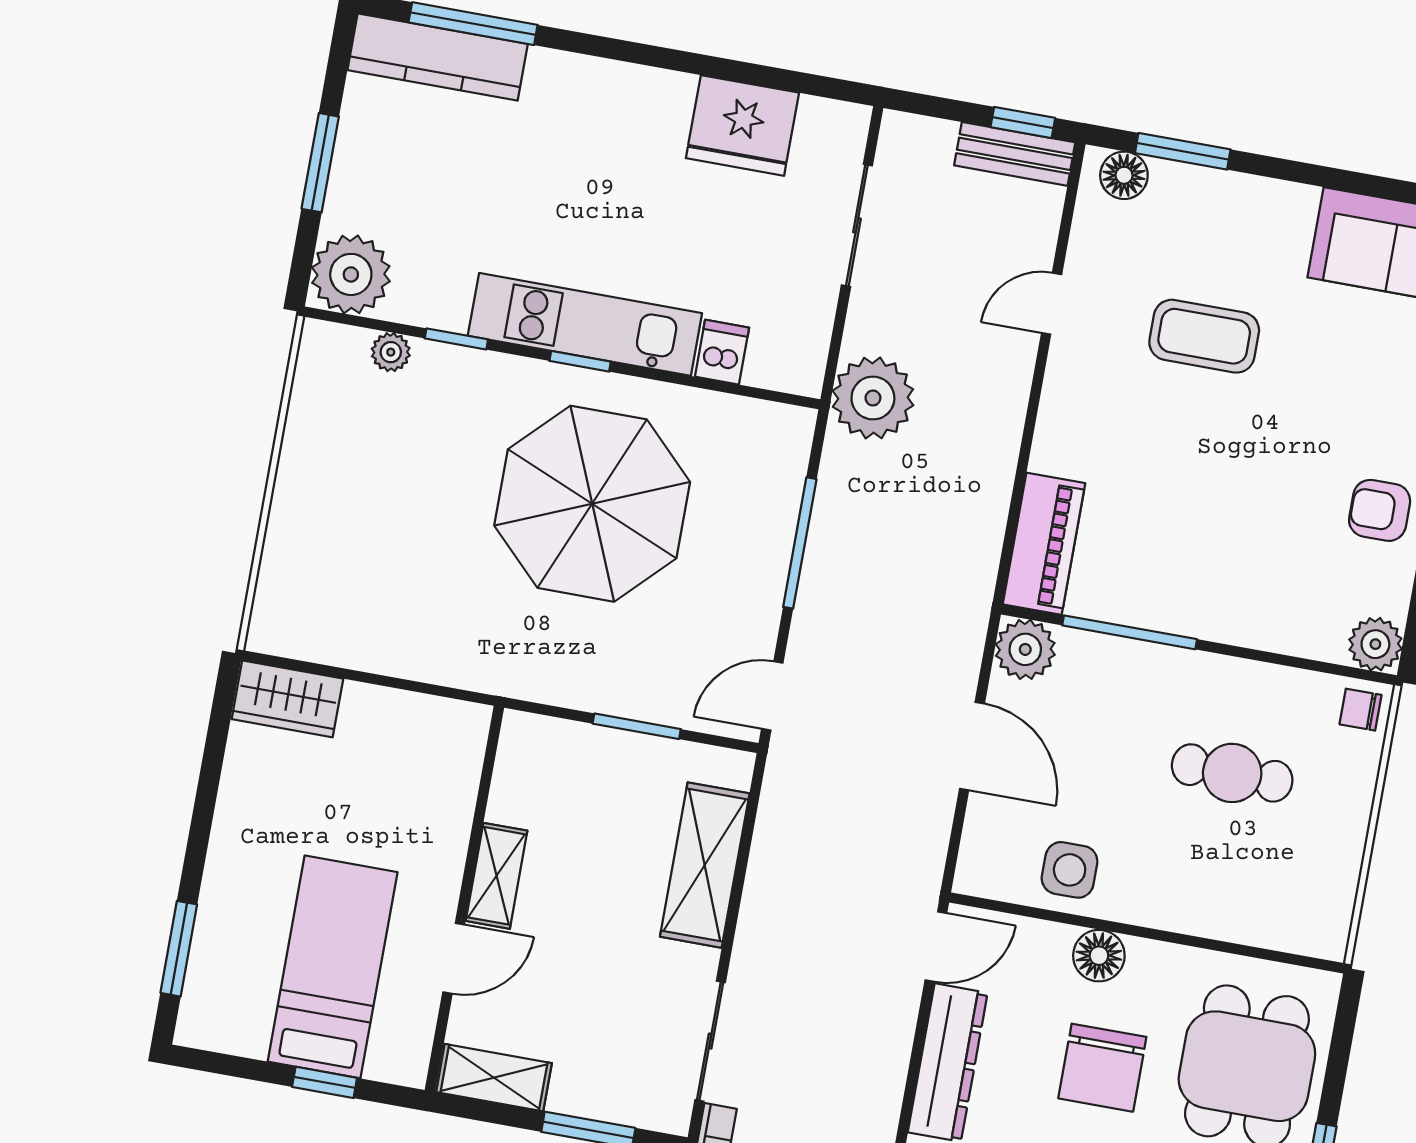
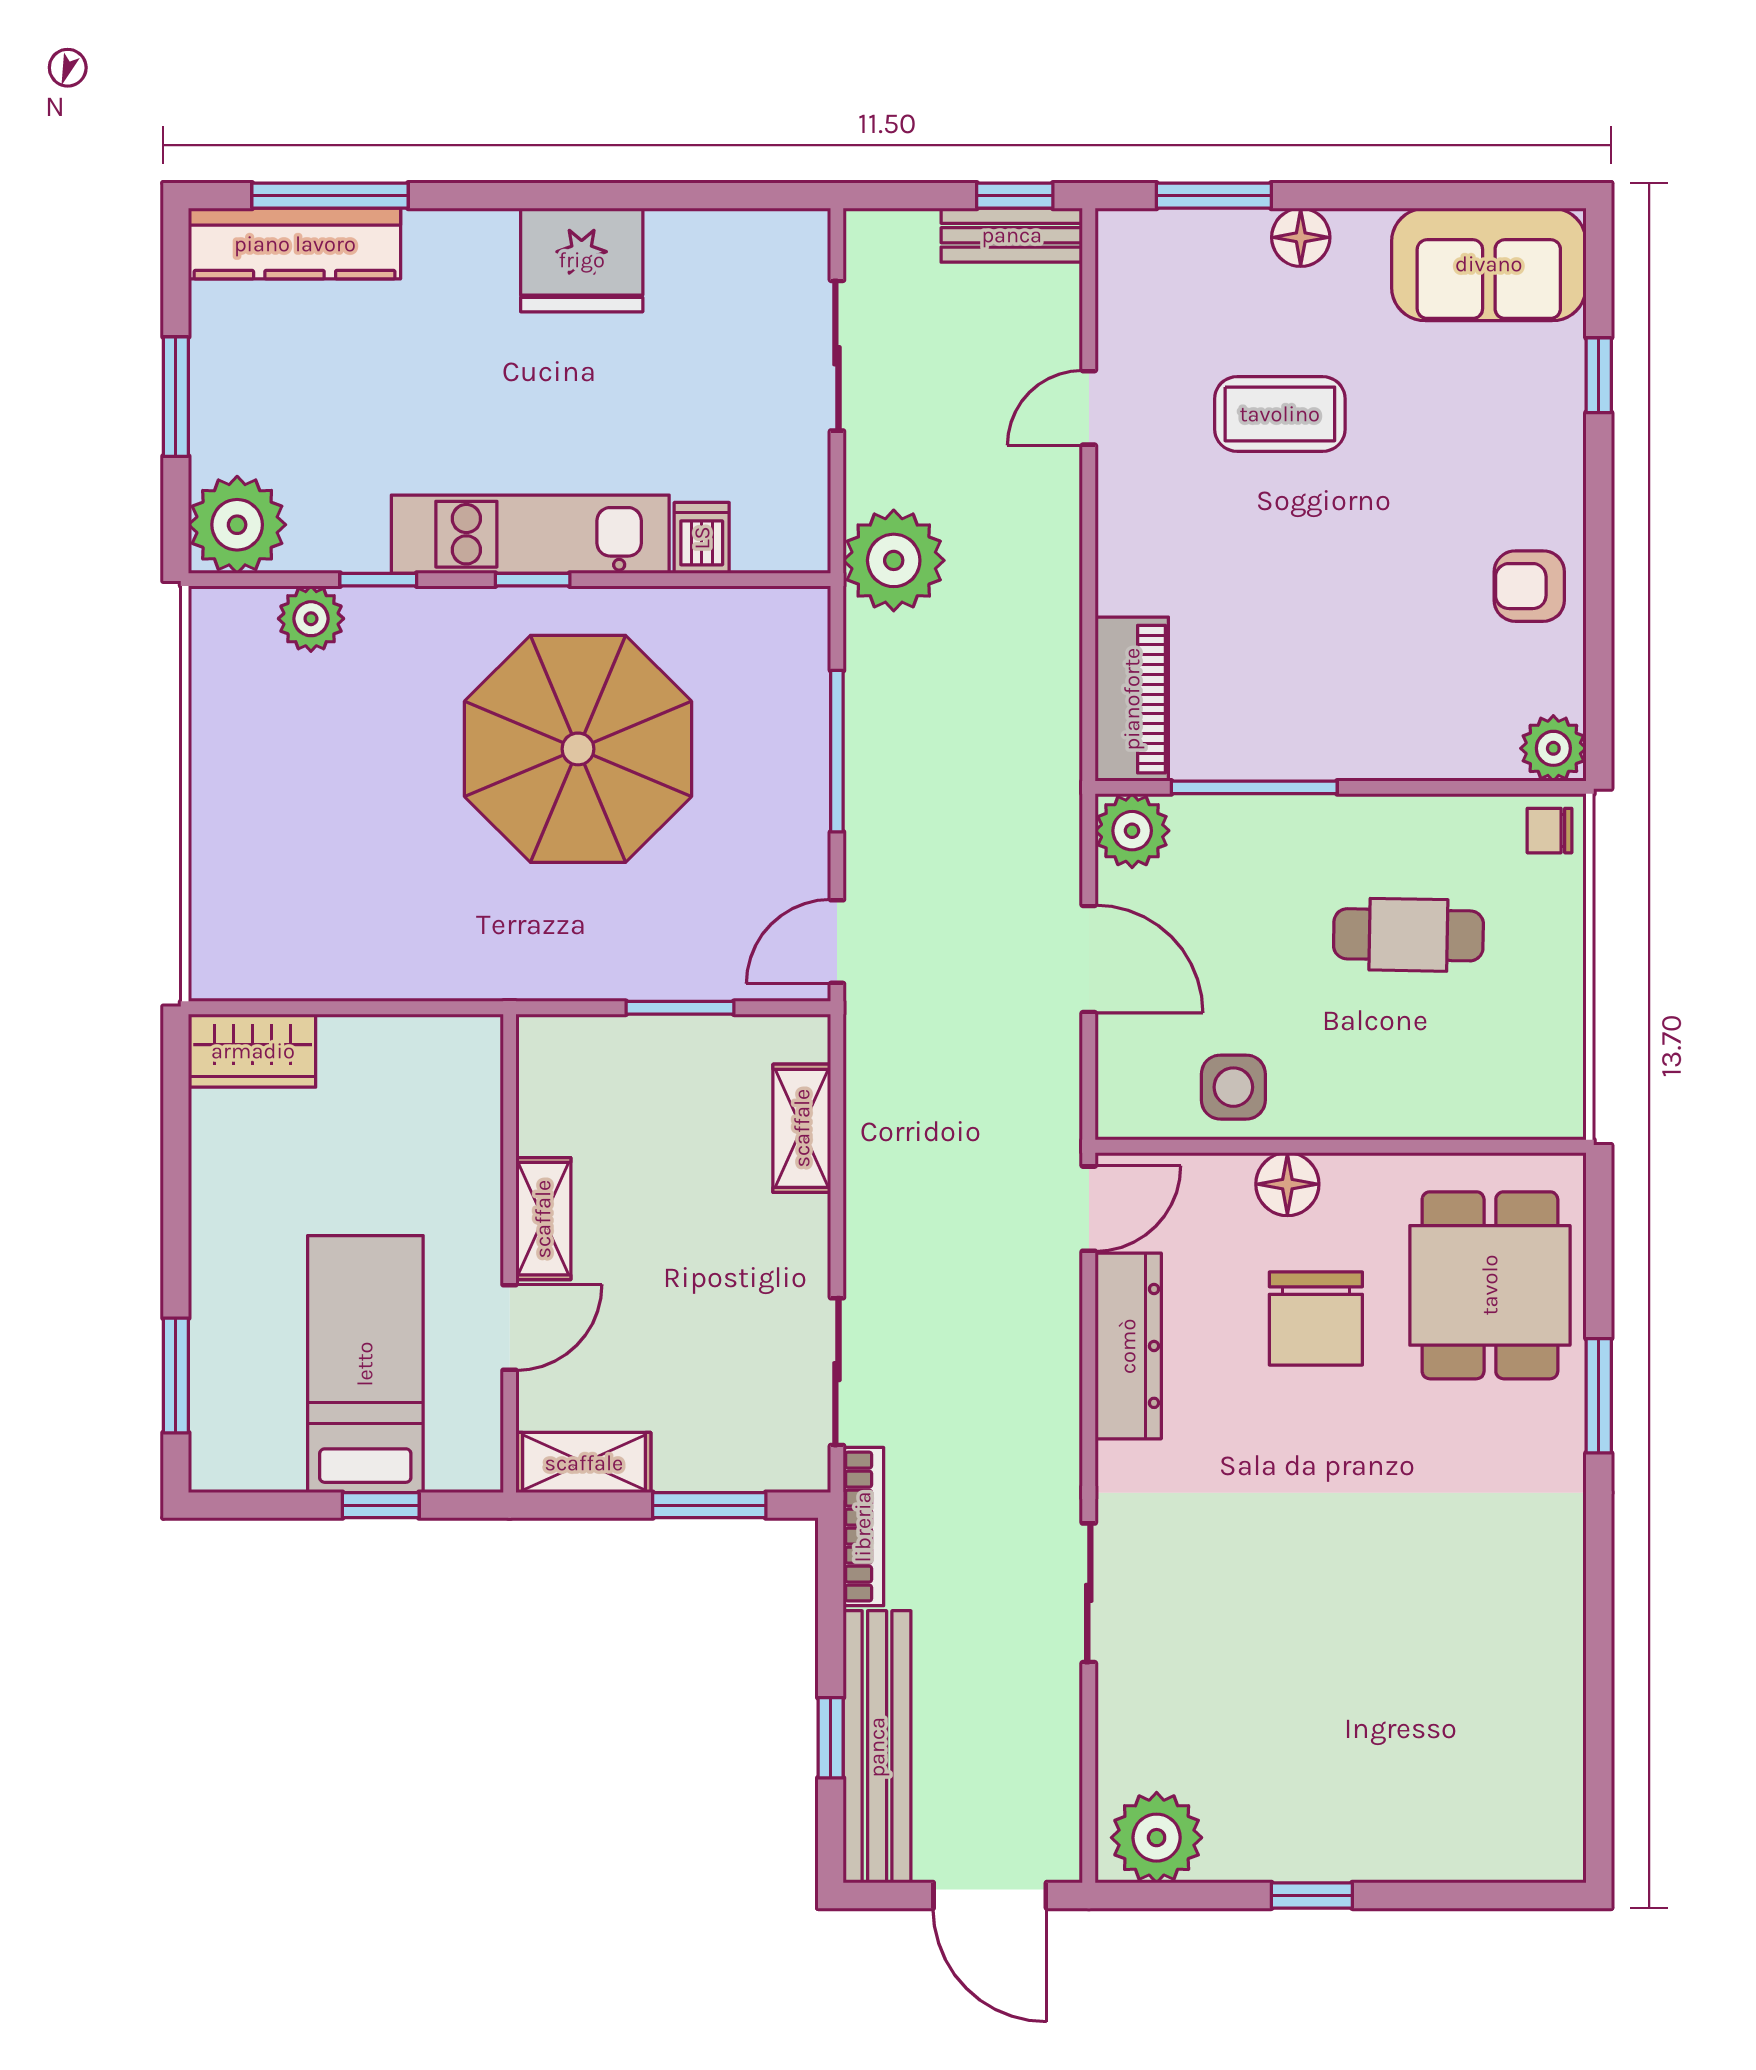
fridge: (742, 125) -> (582, 260), moved
floor lamp: (1124, 175) -> (1301, 237), moved
plant: (391, 352) -> (311, 619), width x1.38, depth x1.38
shelving: (705, 865) -> (802, 1128), width x0.67, depth x0.75

